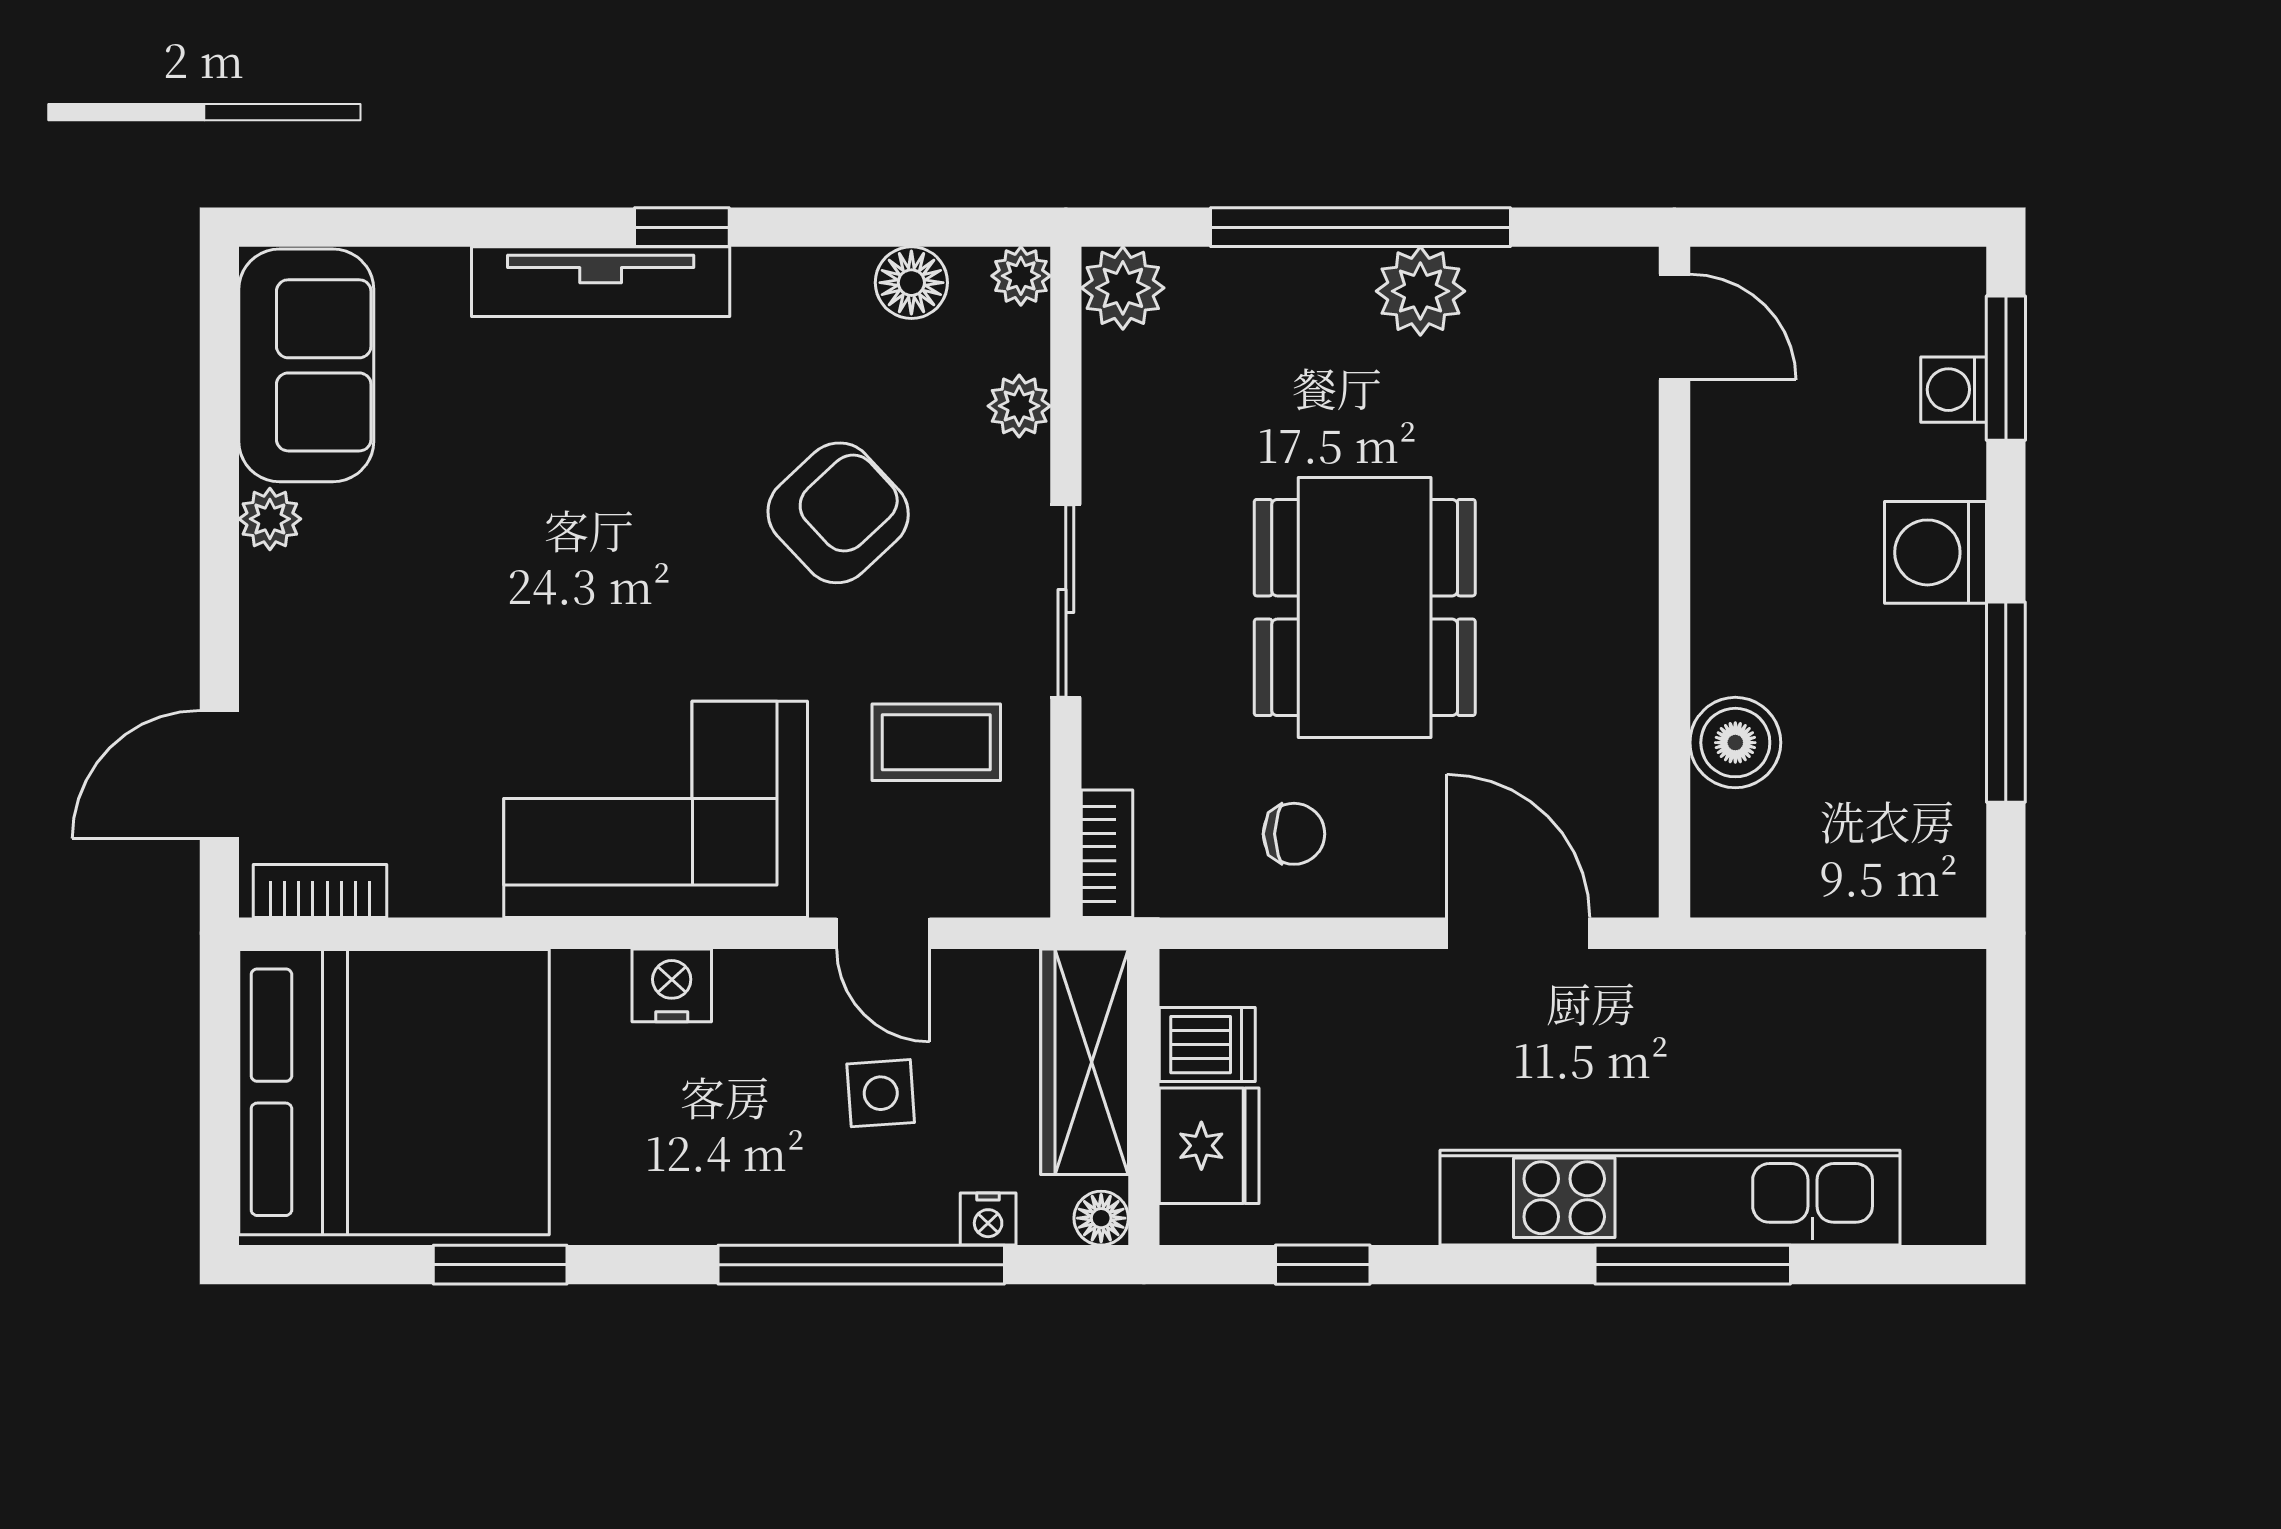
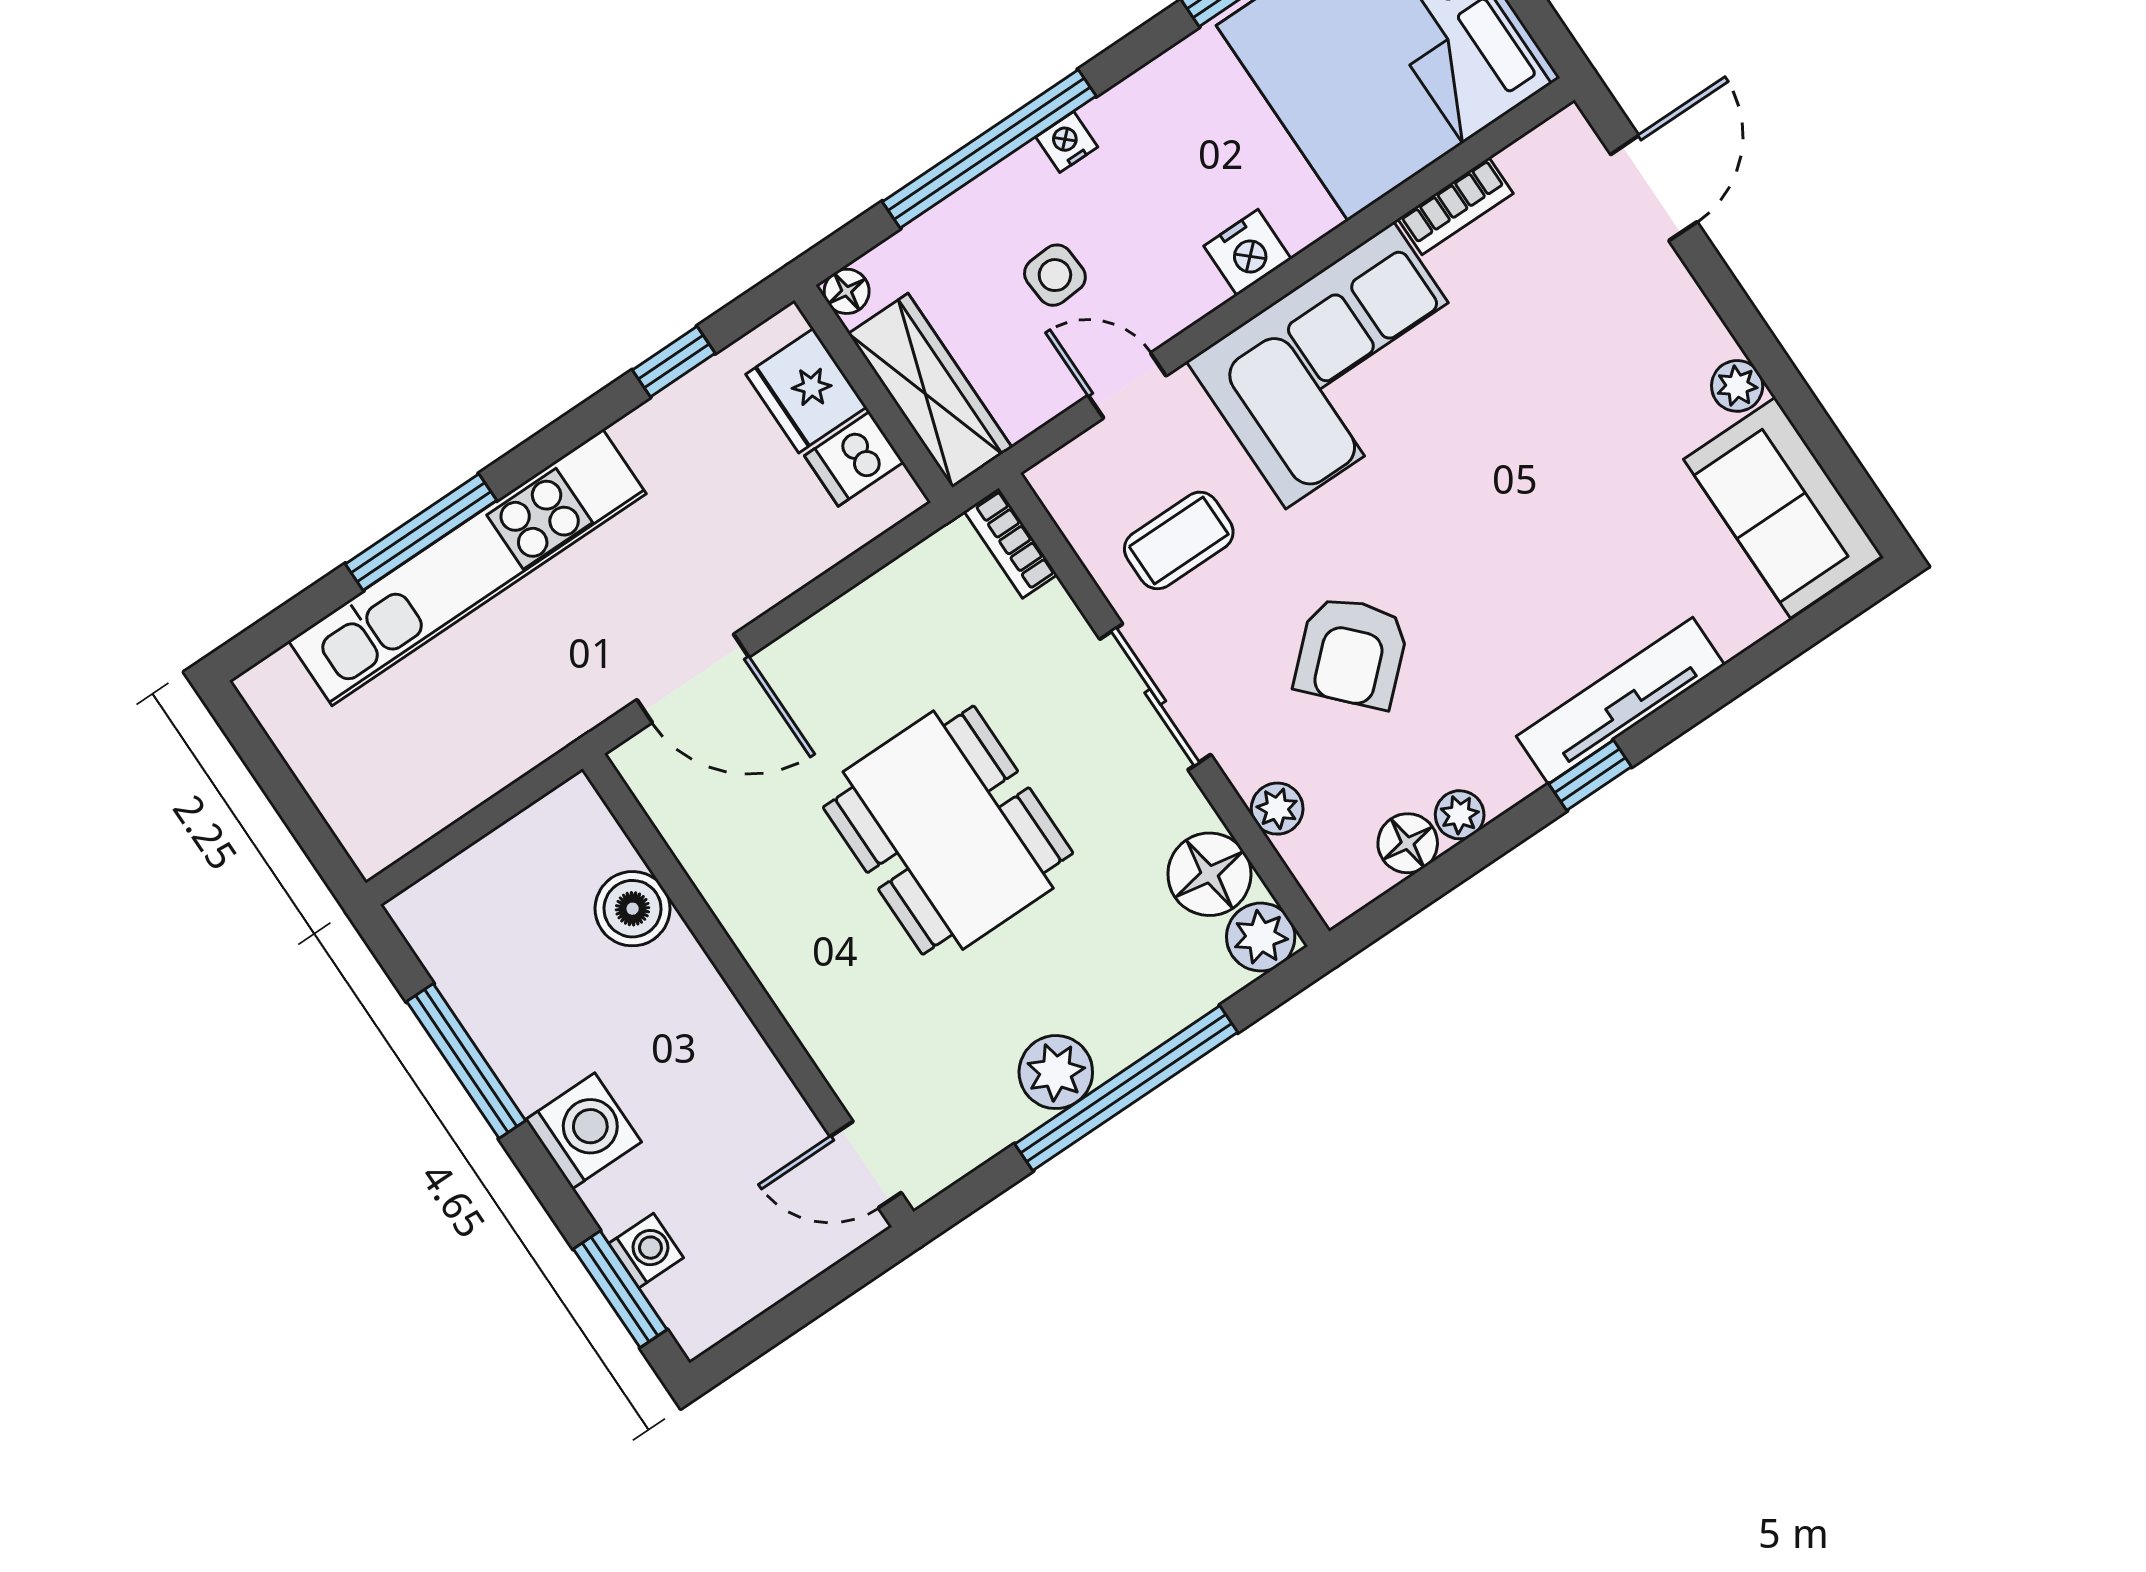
plant: (1021, 276) -> (1460, 815), moved
floor lamp: (1132, 386) -> (1209, 874), added
chair: (1294, 834) -> (892, 643), removed
bookcase: (320, 891) -> (1455, 206), moved
nightstand: (988, 1219) -> (1067, 142), moved

